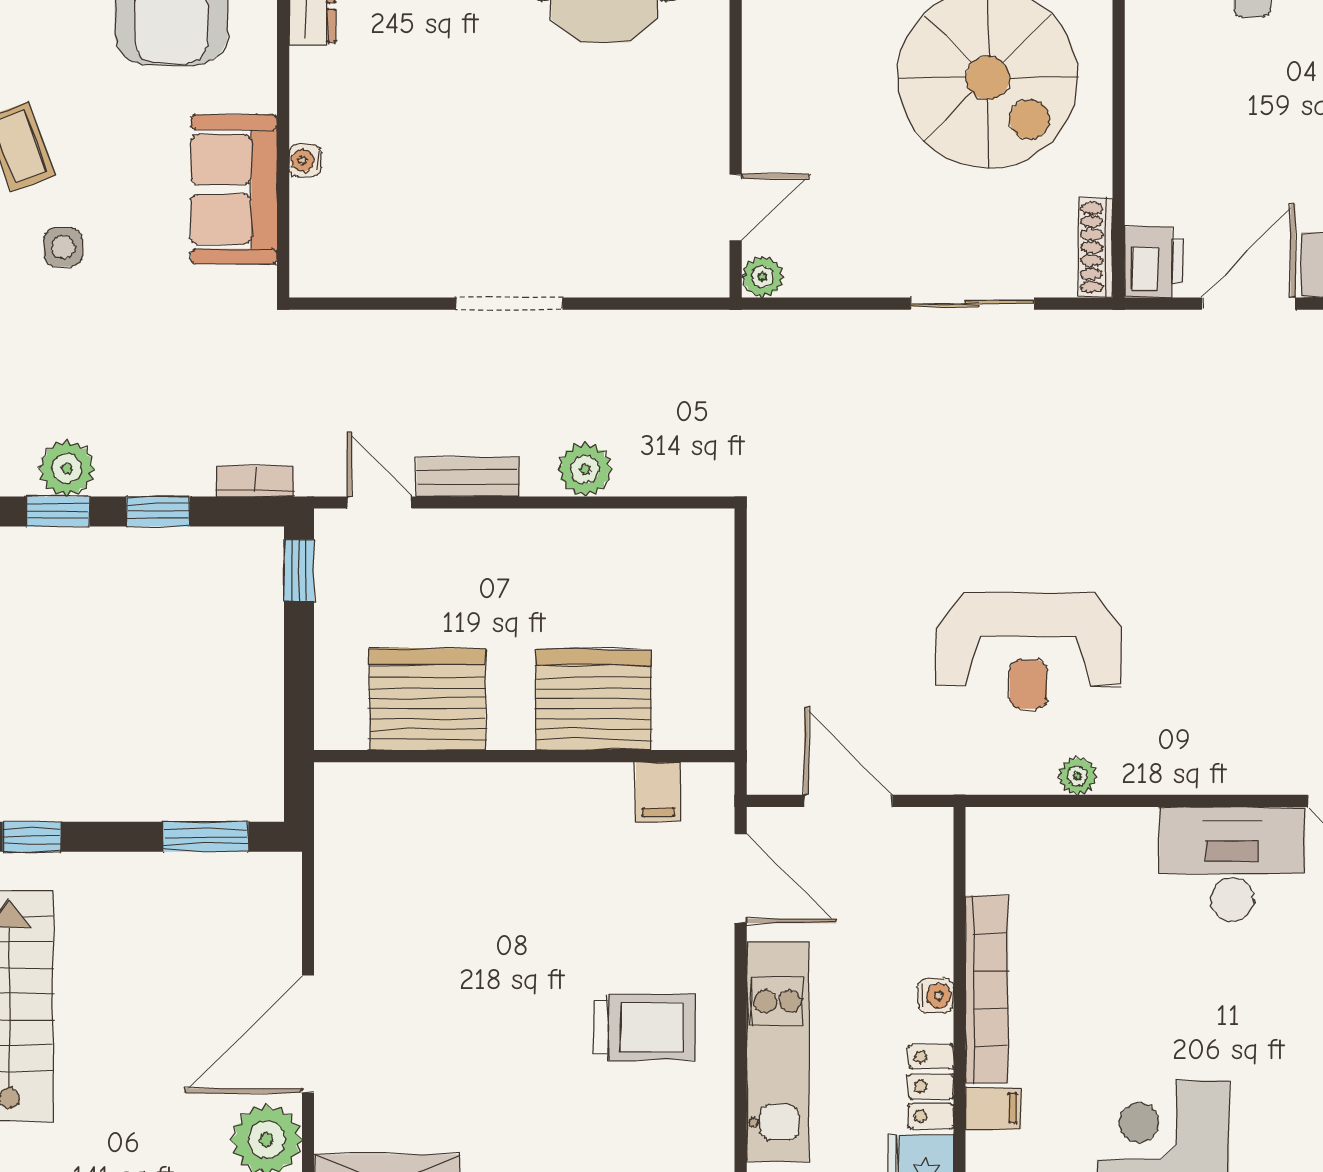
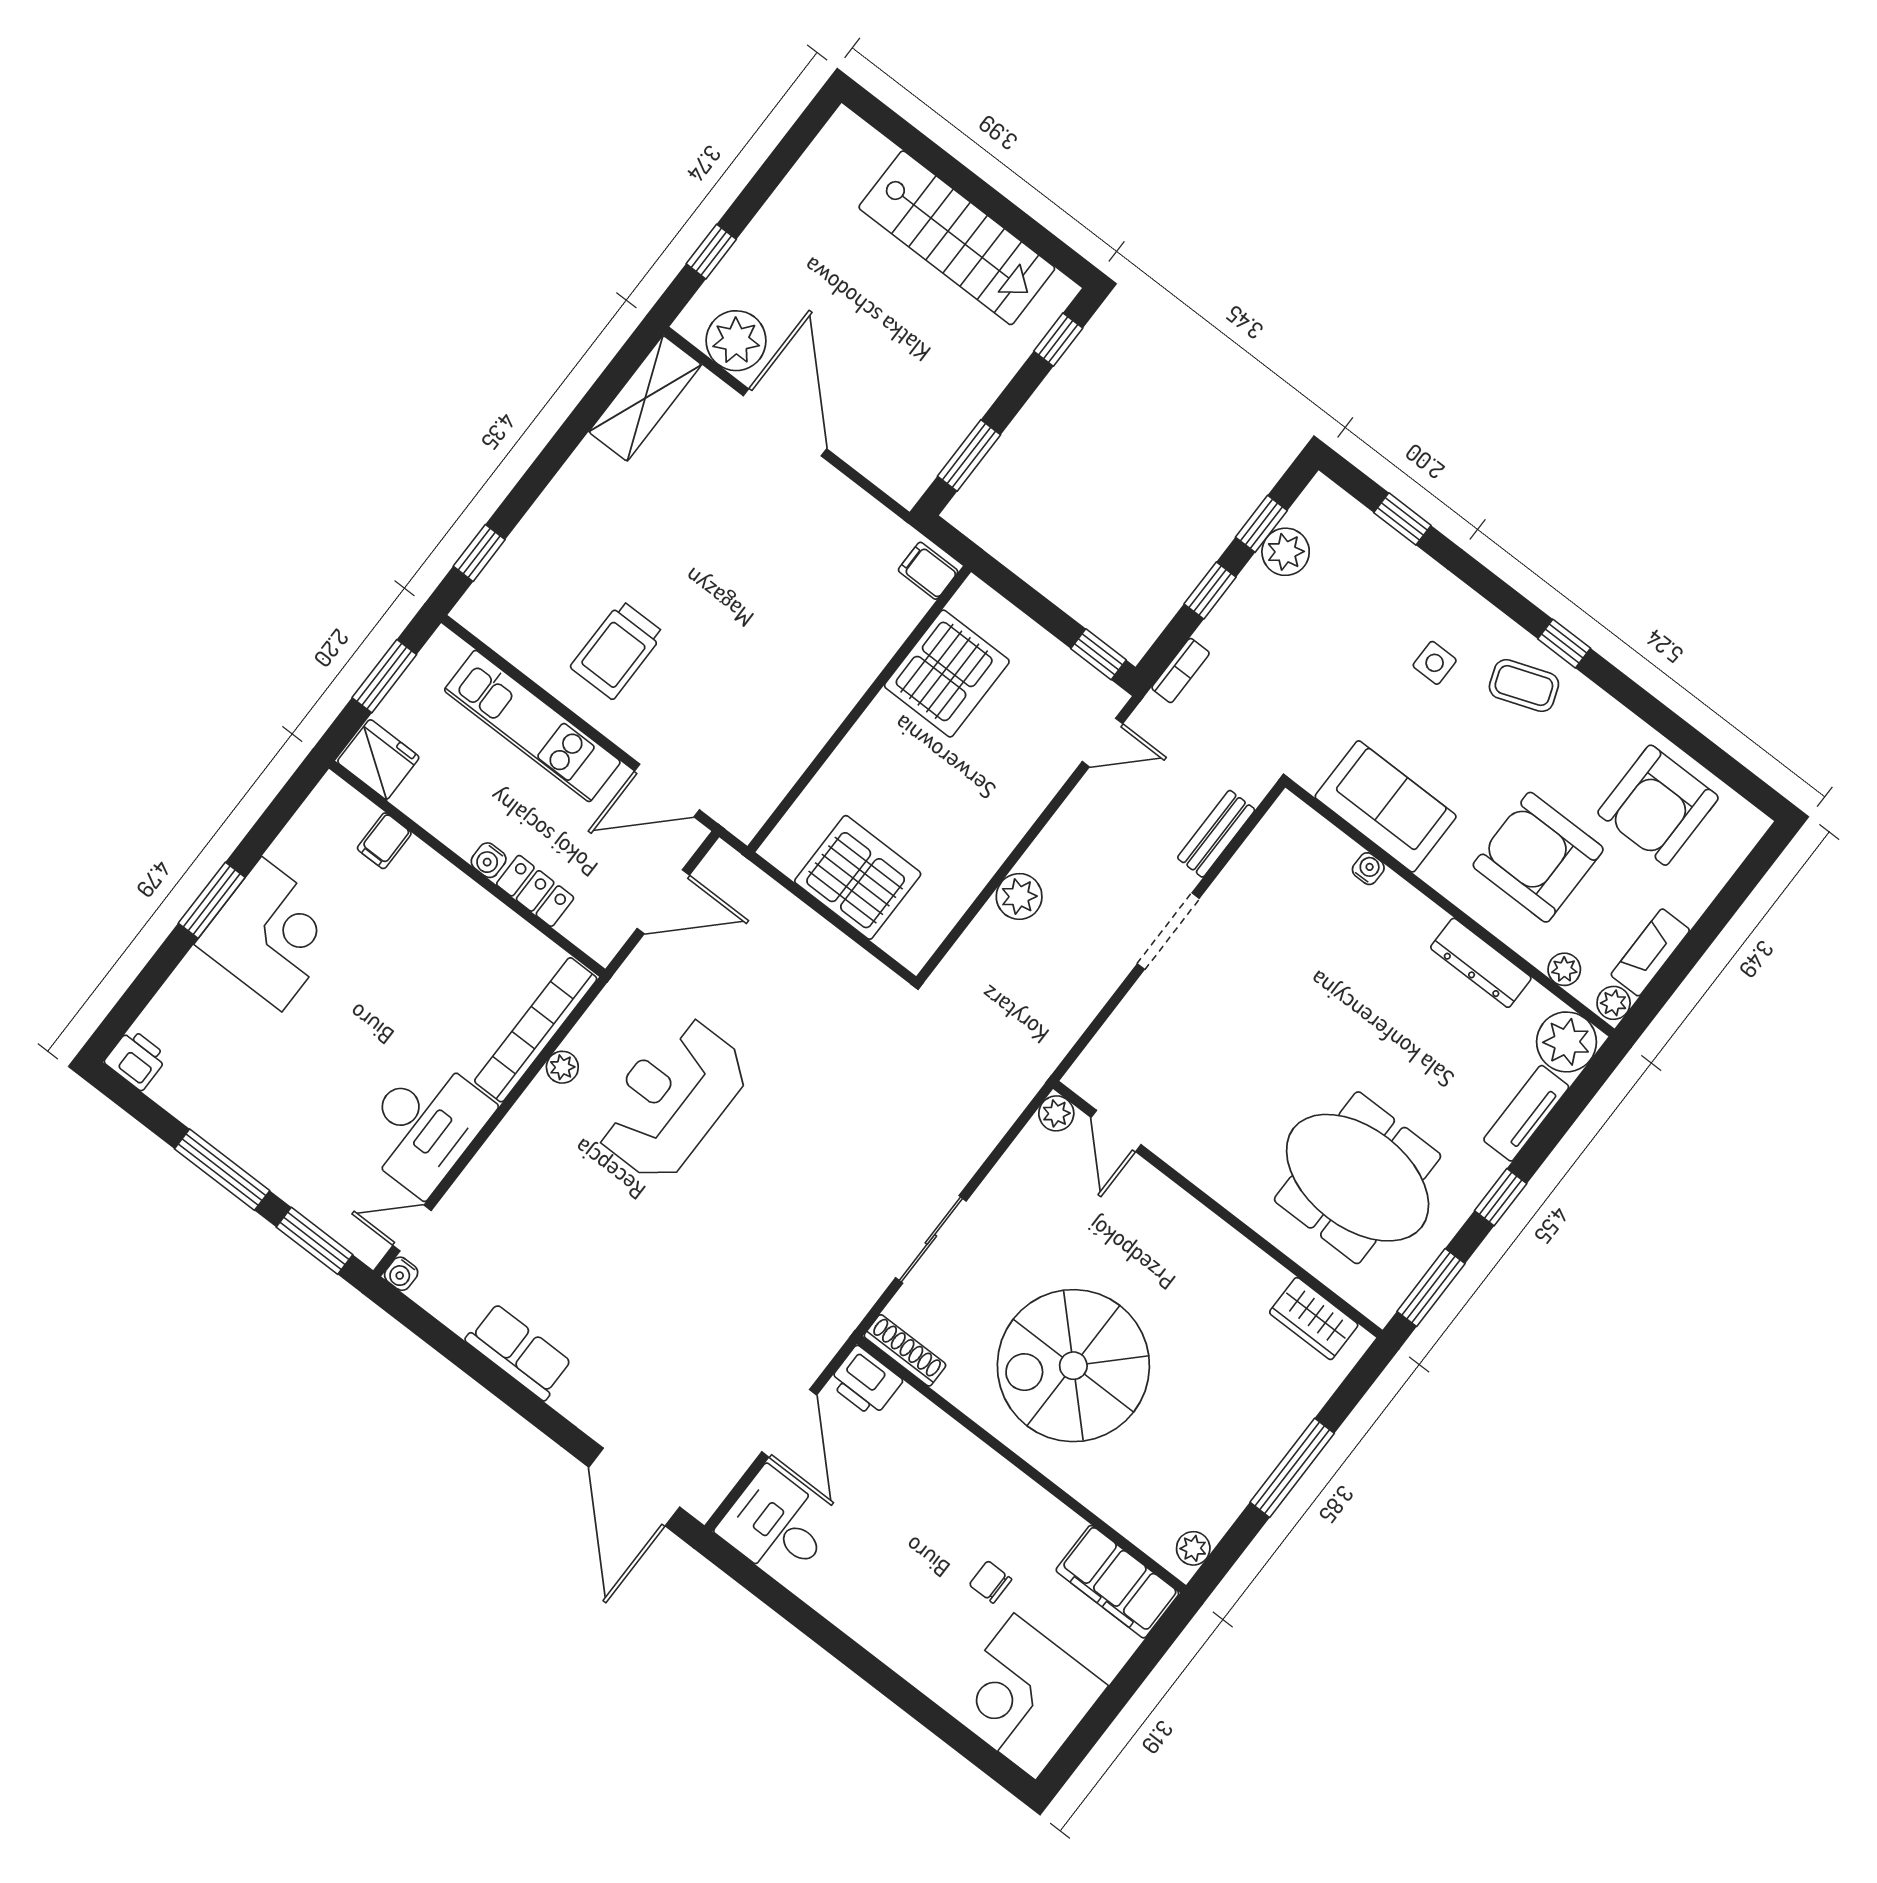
bench: (468, 477) -> (1216, 834), moved
server rack: (593, 700) -> (858, 877), moved, turned -90
filing cabinet: (658, 792) -> (928, 571), moved
bookcase: (987, 990) -> (536, 1030), moved, turned 90
locker: (931, 1086) -> (535, 891), moved

